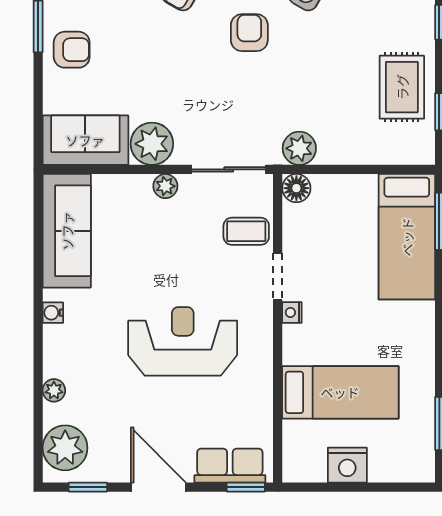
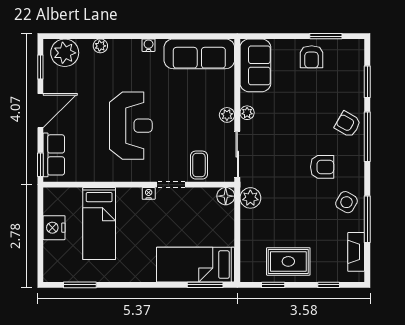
plant: (152, 144) -> (247, 113), width x0.53, depth x0.53

